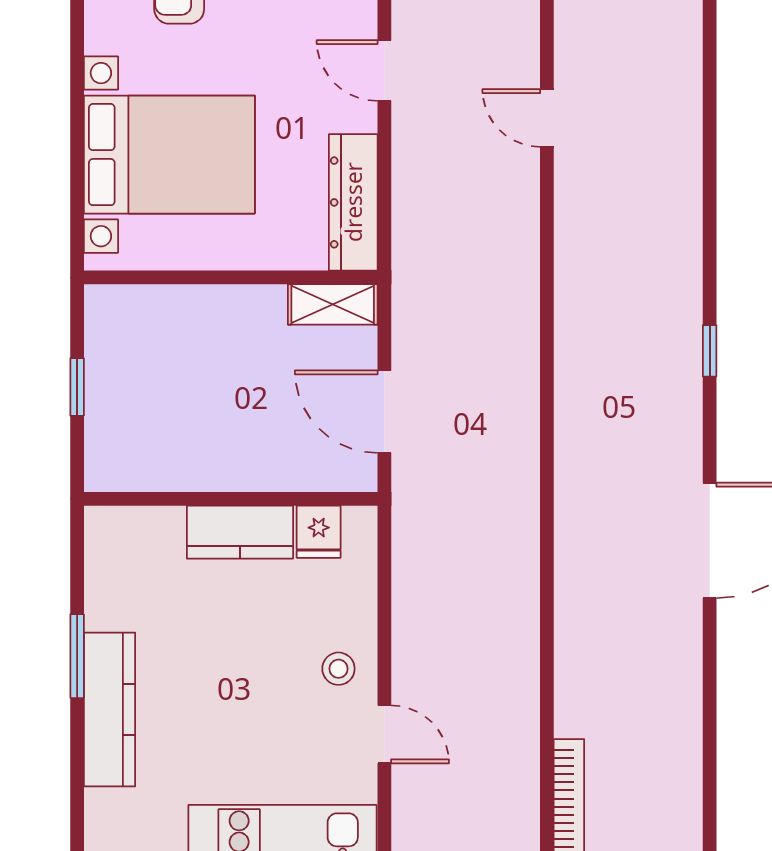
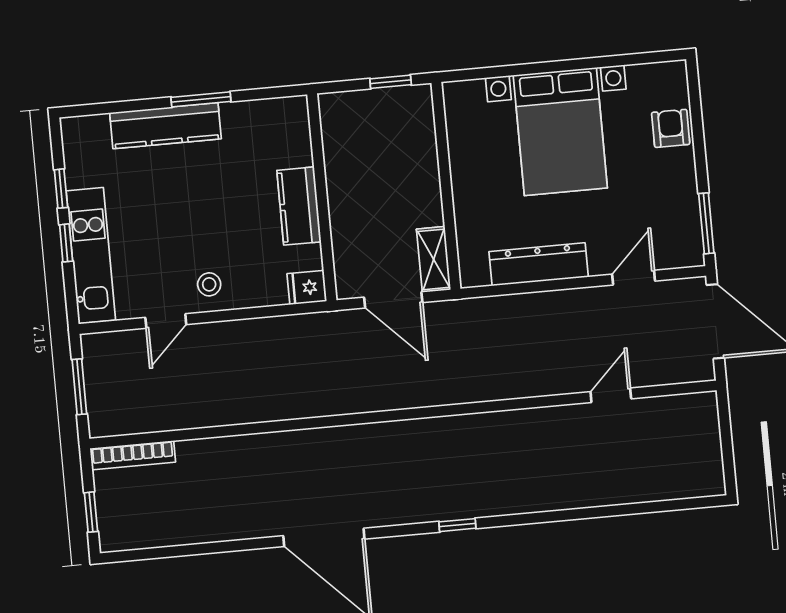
wall: (231, 277) -> (446, 186), moved
shelving: (333, 304) -> (434, 259), moved
door: (384, 412) -> (393, 300), swing flipped
fridge: (319, 532) -> (307, 287), moved

